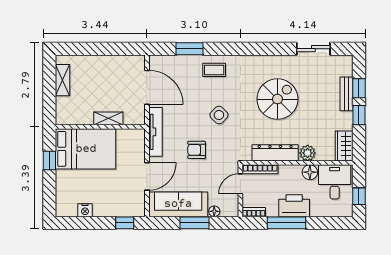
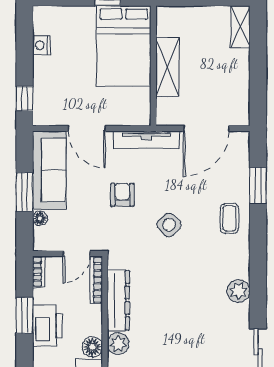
plant: (268, 63) -> (238, 291), added
shelving: (63, 80) -> (240, 27), moved, turned 90
spiral stairs: (277, 99) -> (190, 303), removed
shelving: (108, 118) -> (167, 67), width x1.50, depth x1.33
door: (240, 184) -> (77, 254), swing flipped
window: (287, 223) -> (24, 316), width x0.69

